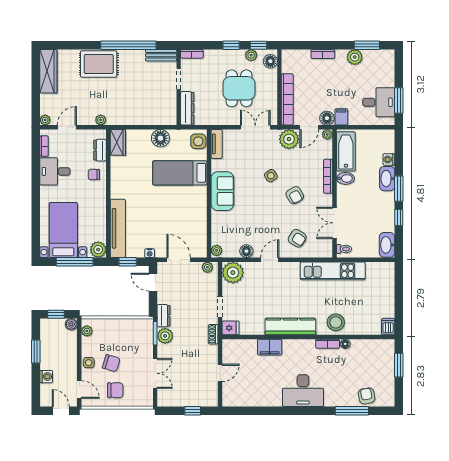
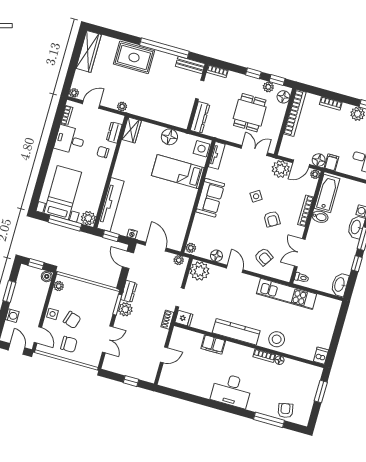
bookcase: (287, 99) -> (295, 113), moved
door: (270, 260) -> (235, 269), hinge flipped

